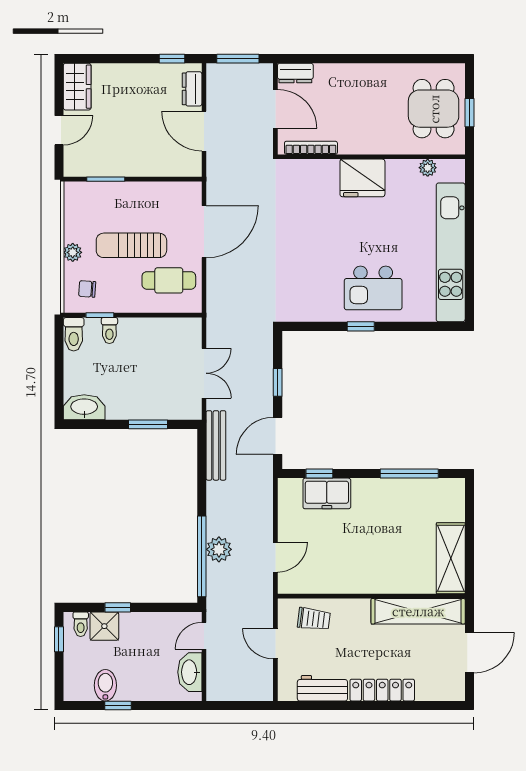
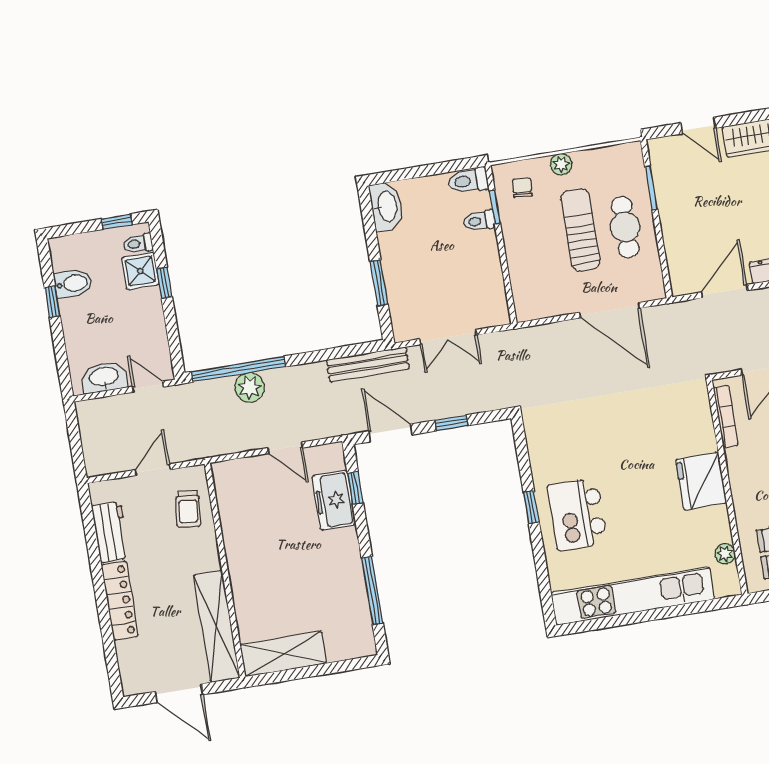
cafe table: (169, 280) -> (625, 227), moved
door: (275, 557) -> (285, 448), moved

